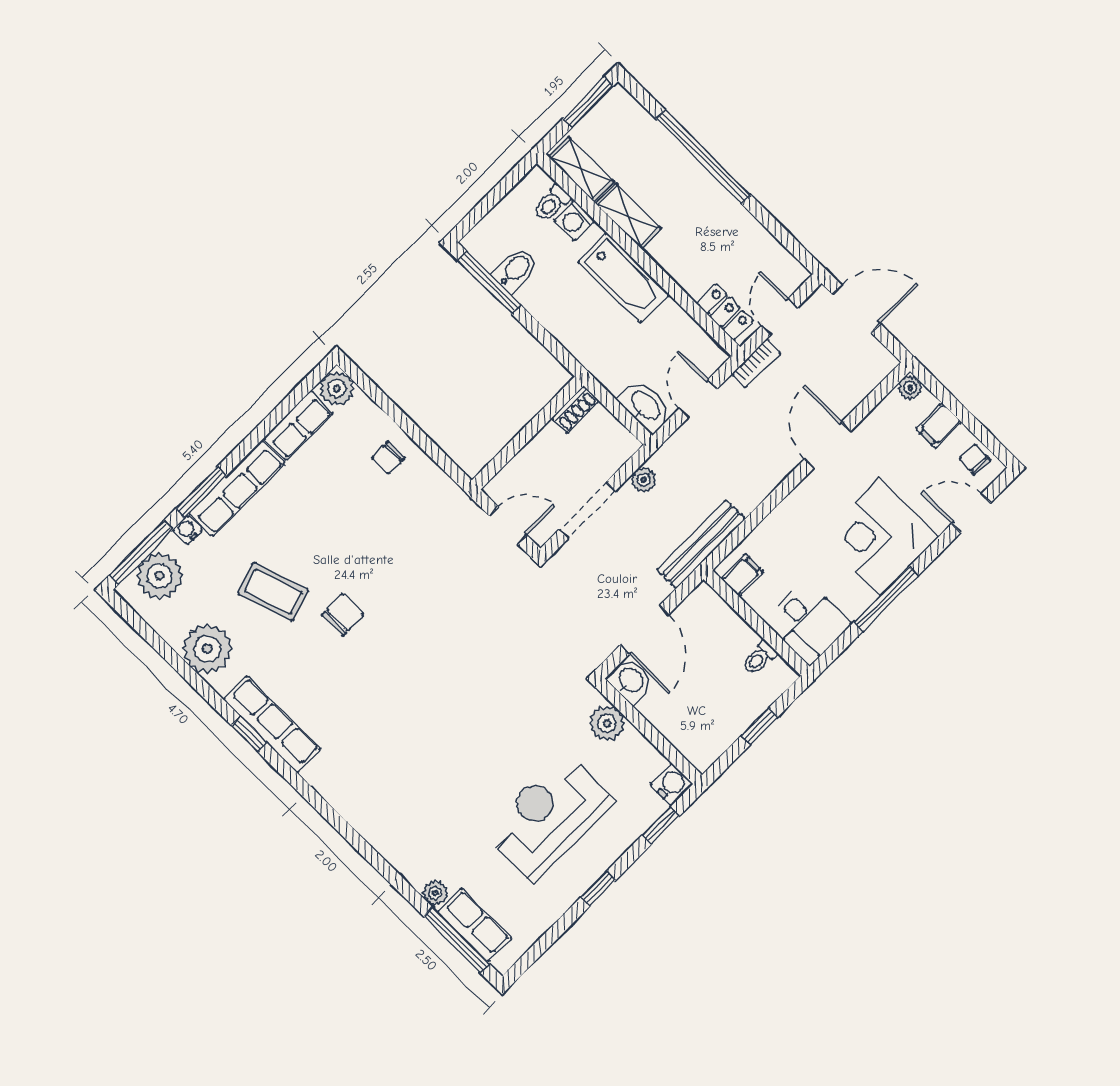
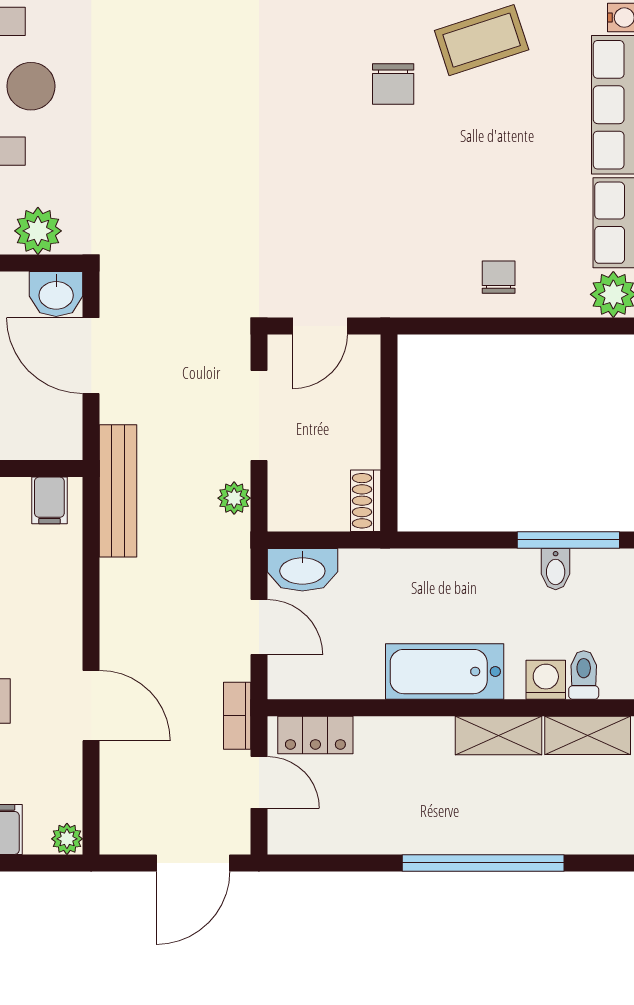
bidet: (515, 270) -> (556, 569), width x0.72, depth x0.74

